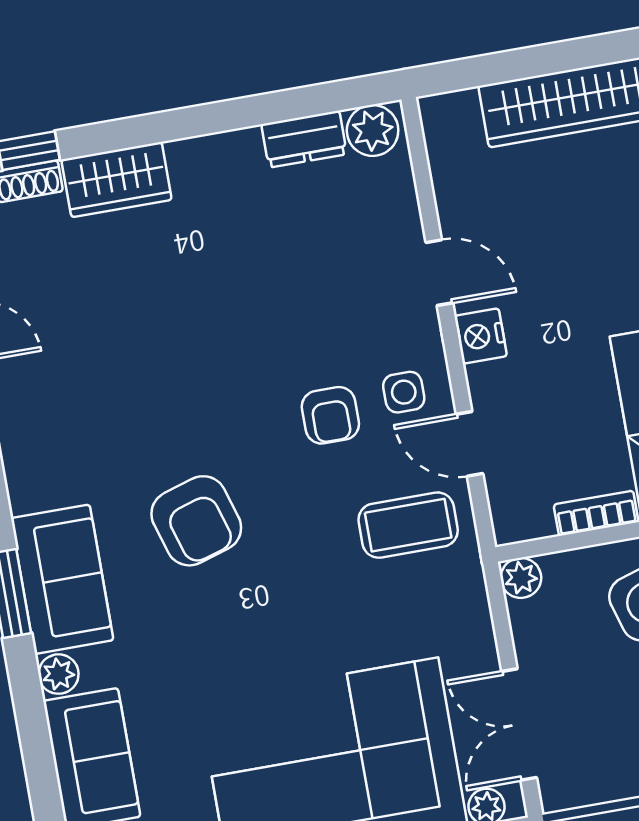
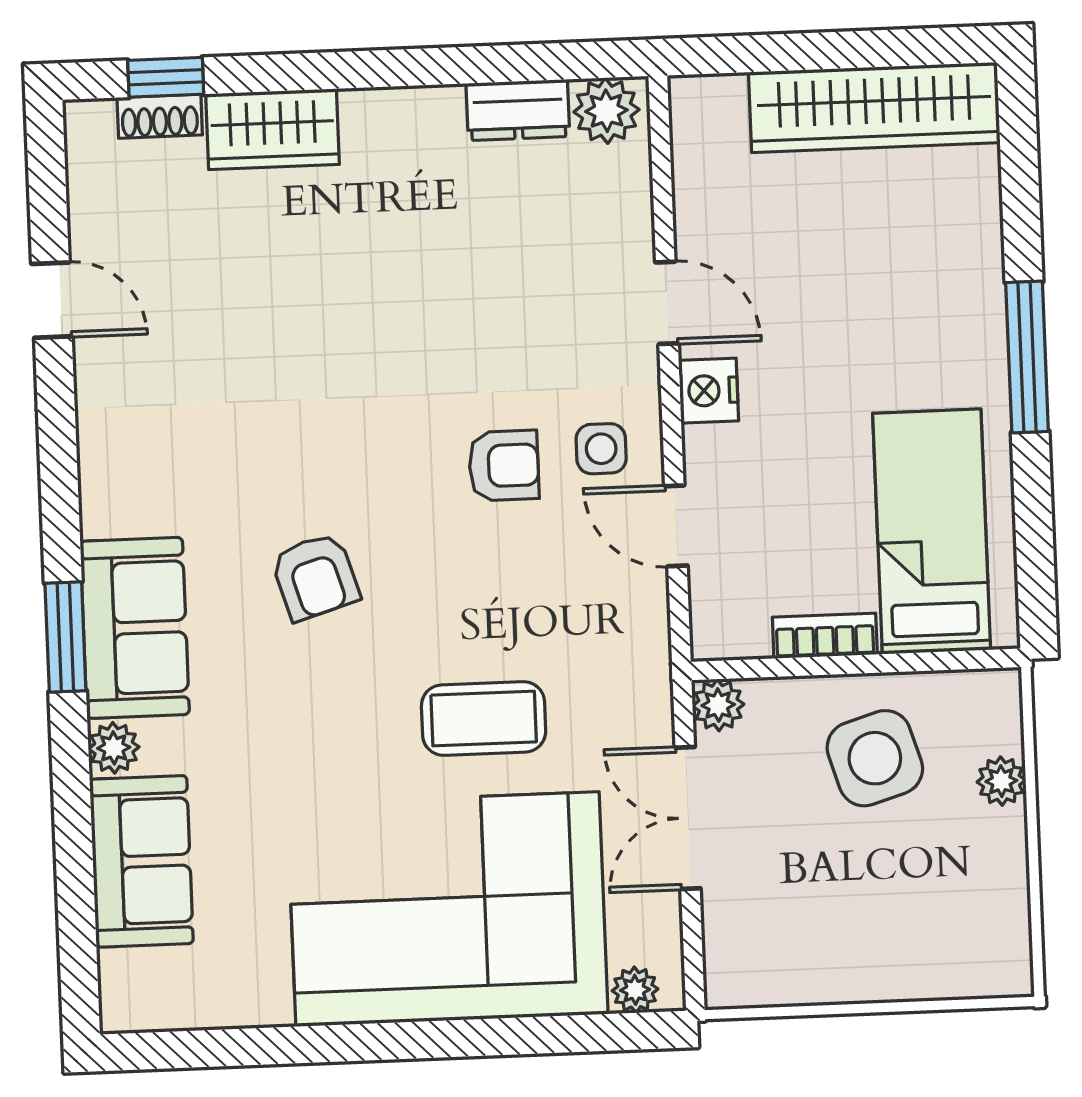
armchair: (330, 415) -> (504, 466), turned -90
armchair: (196, 521) -> (315, 577), width x0.72, depth x0.72
coffee table: (408, 525) -> (484, 719), moved
double door: (519, 724) -> (688, 818), moved

